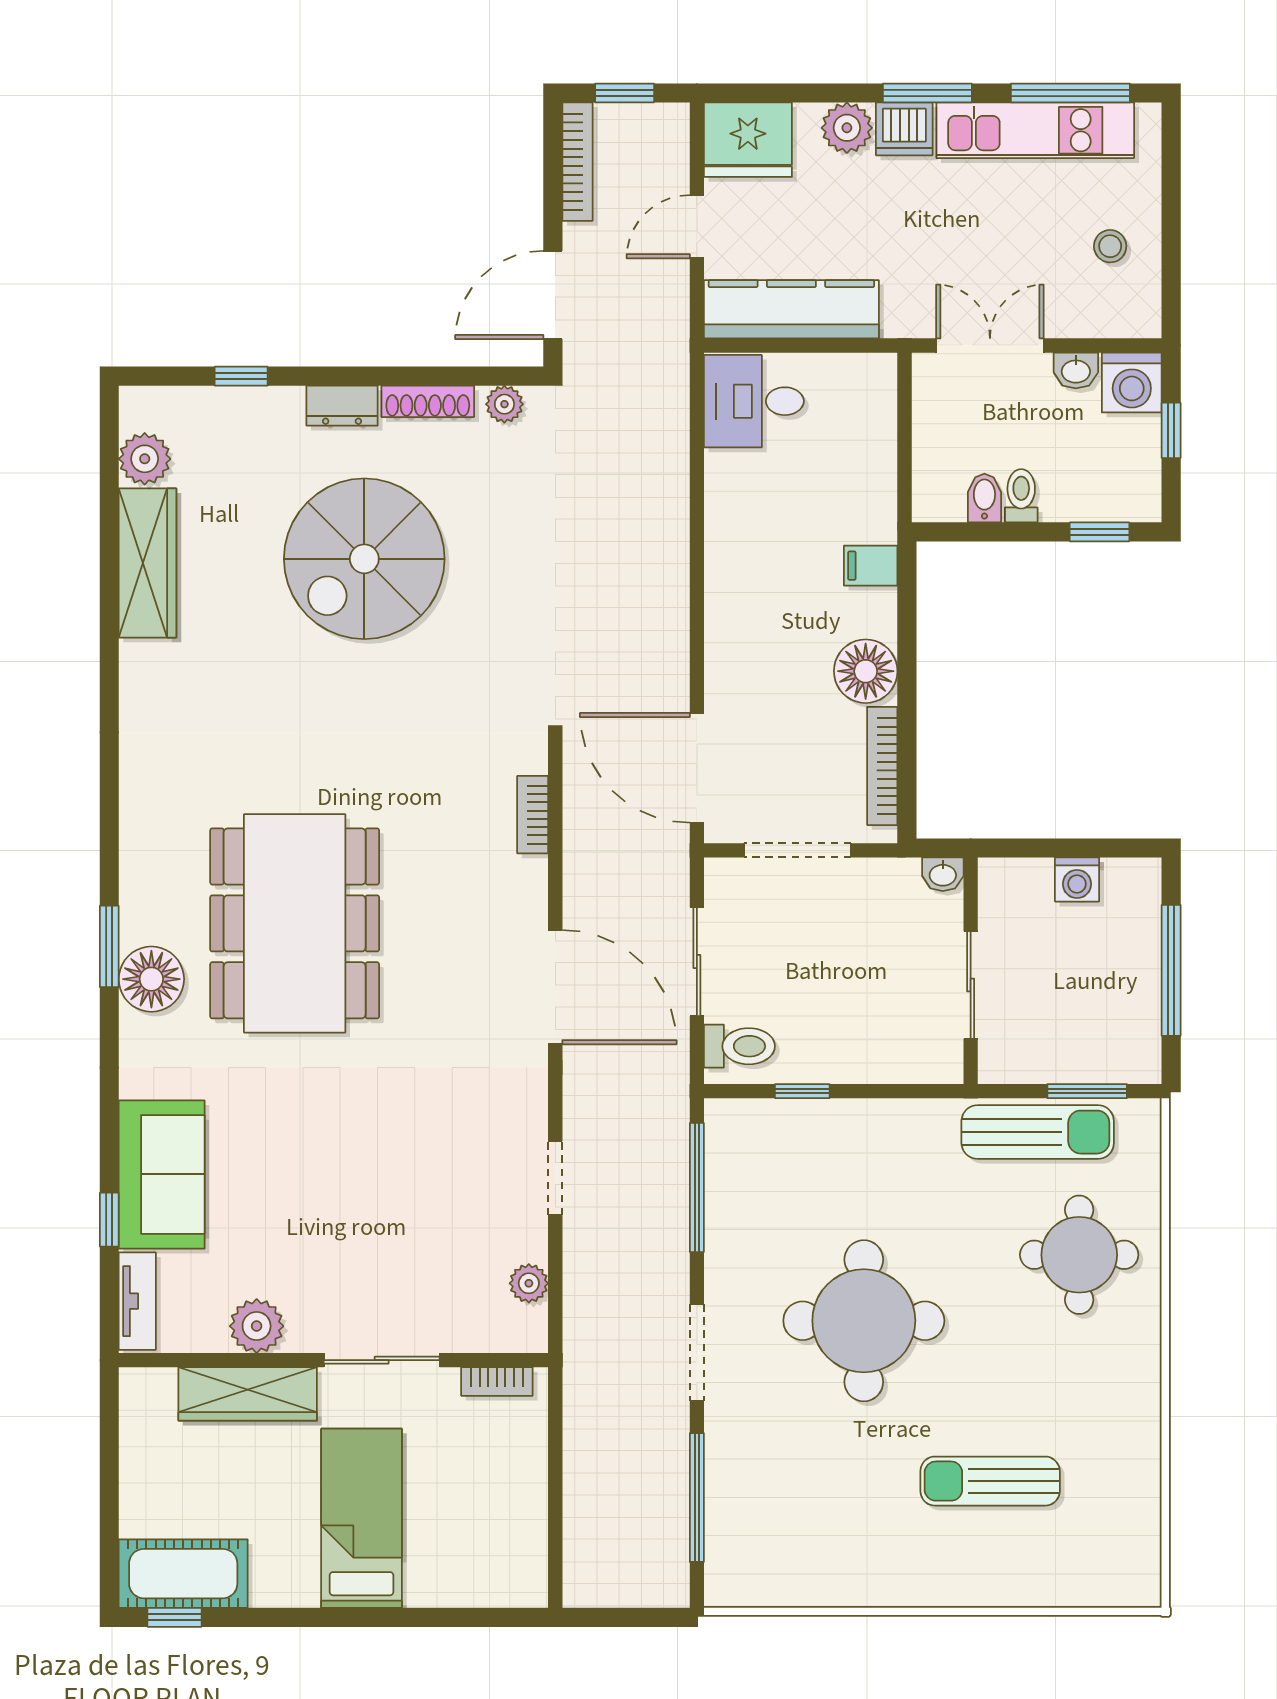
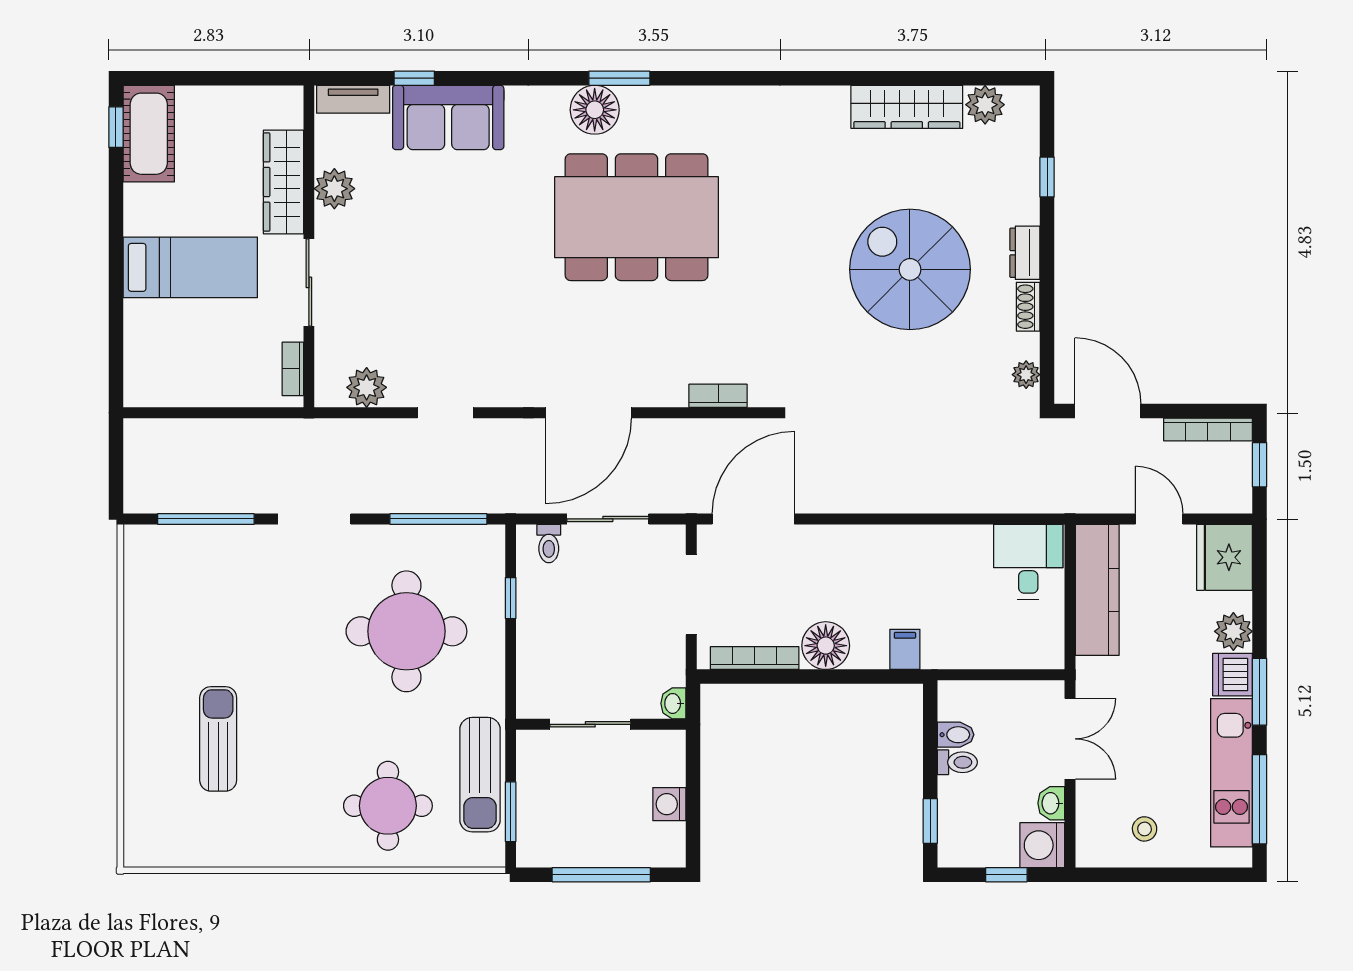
shoe rack: (428, 401) -> (1028, 307), width x0.70
toilet: (739, 1046) -> (549, 543), width x0.73, depth x0.72
plant: (529, 1283) -> (367, 387), width x1.38, depth x1.38
round table: (864, 1321) -> (406, 631), moved

